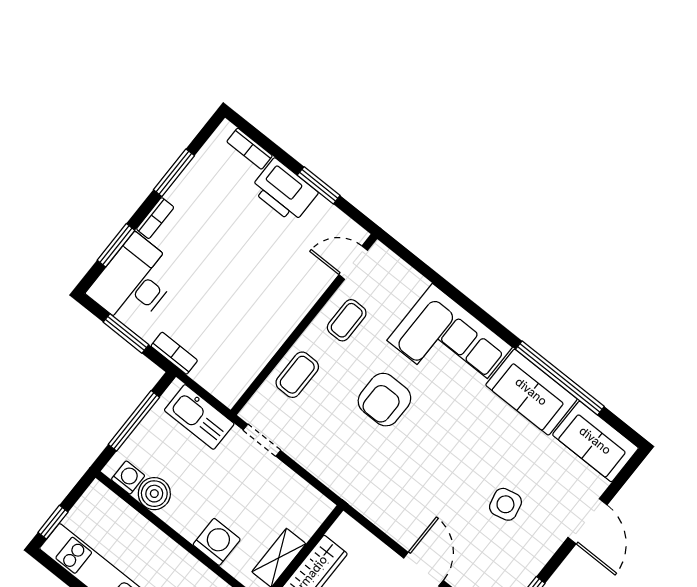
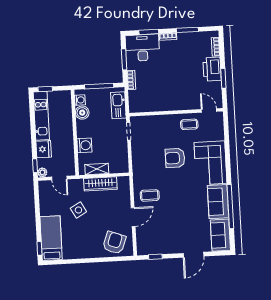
coffee table: (297, 375) -> (150, 195), moved
side table: (505, 504) -> (176, 225), removed

